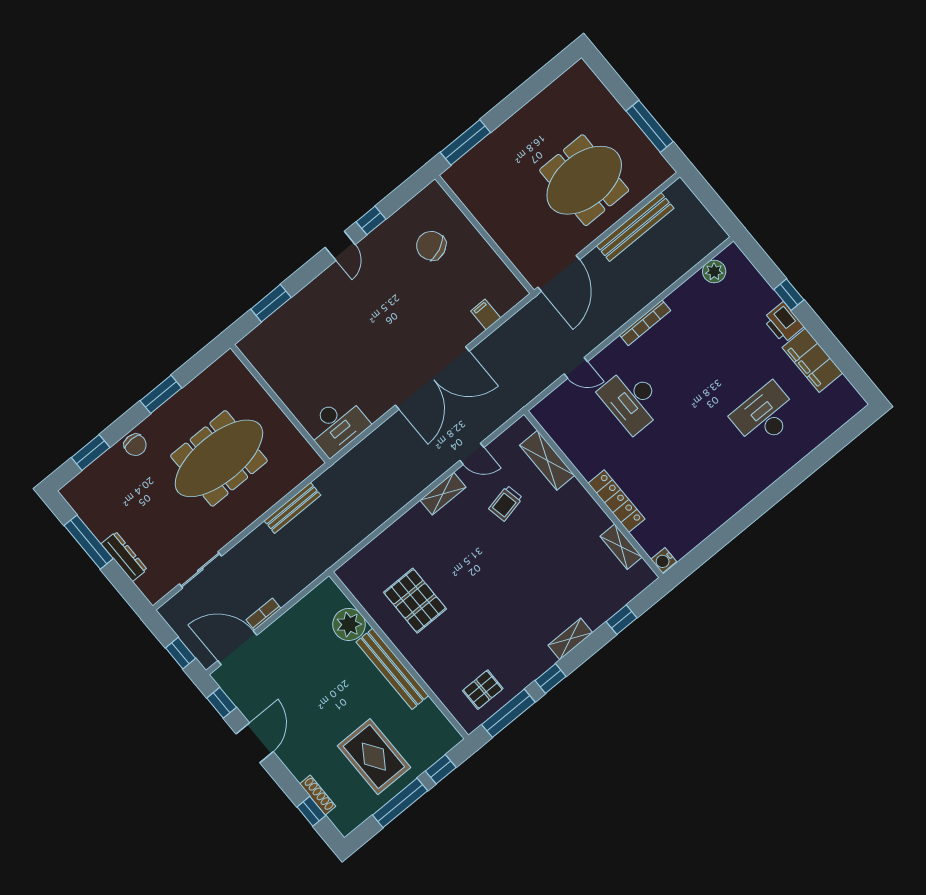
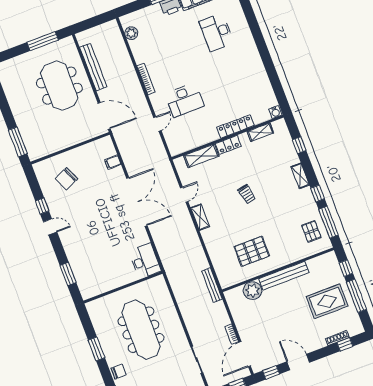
locker: (581, 500) -> (228, 145), added
trolley: (506, 503) -> (247, 194), moved
bench: (292, 508) -> (212, 285), moved

